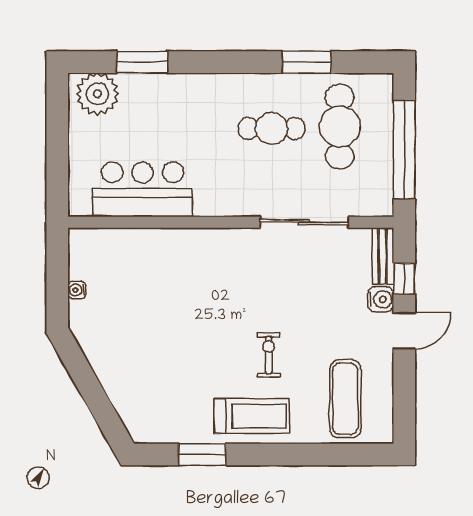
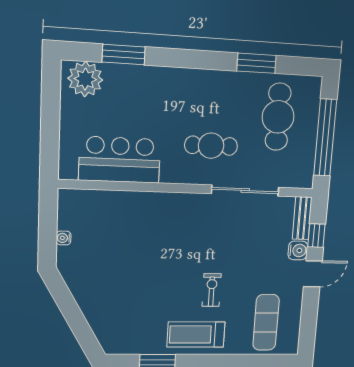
cafe table: (271, 128) -> (211, 146), moved
treadmill: (252, 416) -> (196, 334), turned 180

